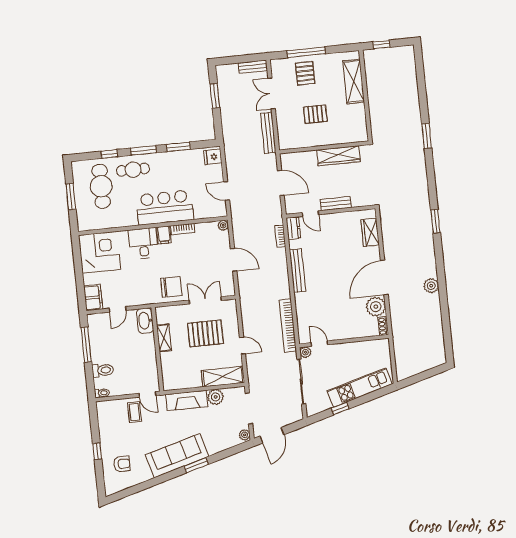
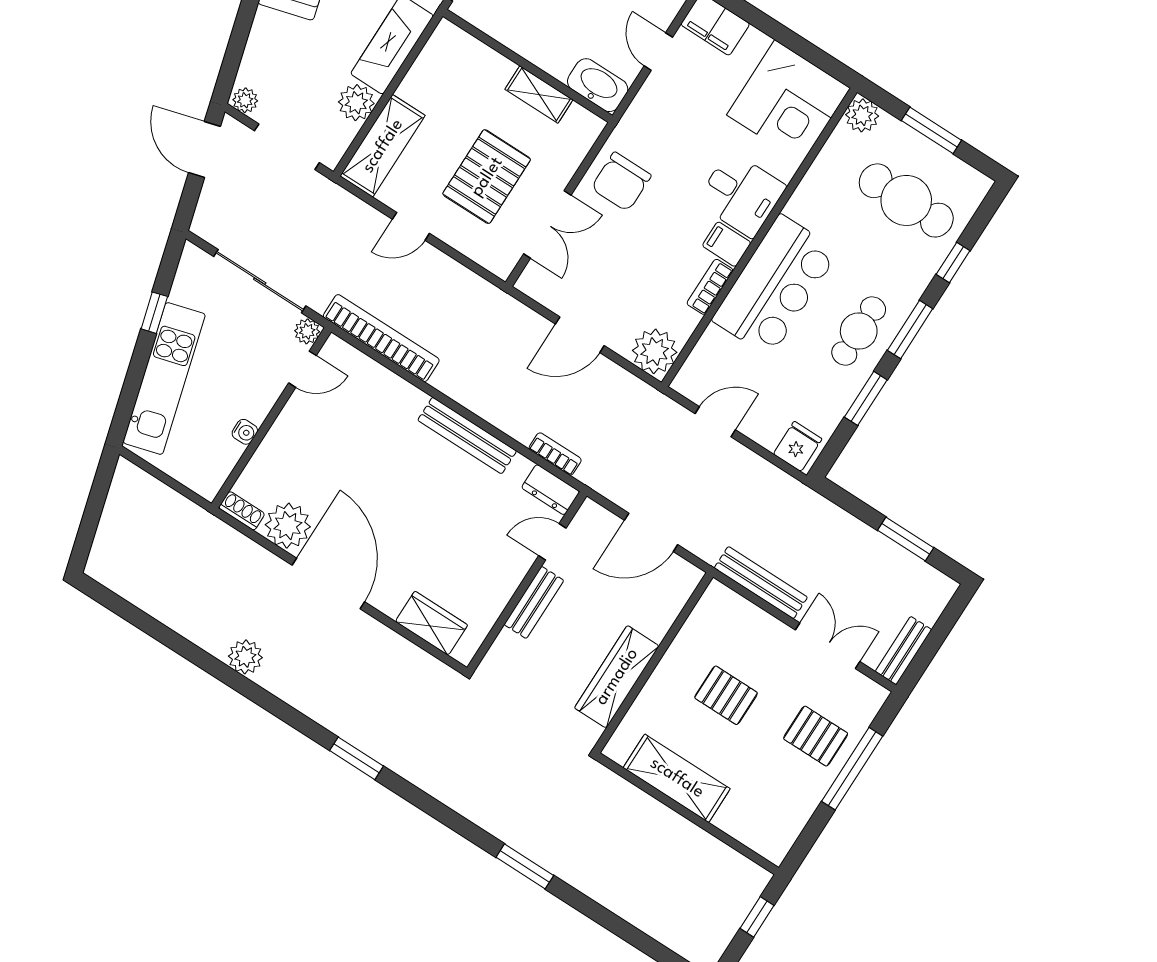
shelving: (354, 81) -> (677, 778), moved
pallet: (315, 114) -> (726, 695), turned 90
cafe table: (133, 170) -> (859, 331), moved
plant: (84, 224) -> (862, 115), added
plant: (223, 225) -> (655, 351), width x1.88, depth x1.88
water cooler: (356, 346) -> (245, 432), added

